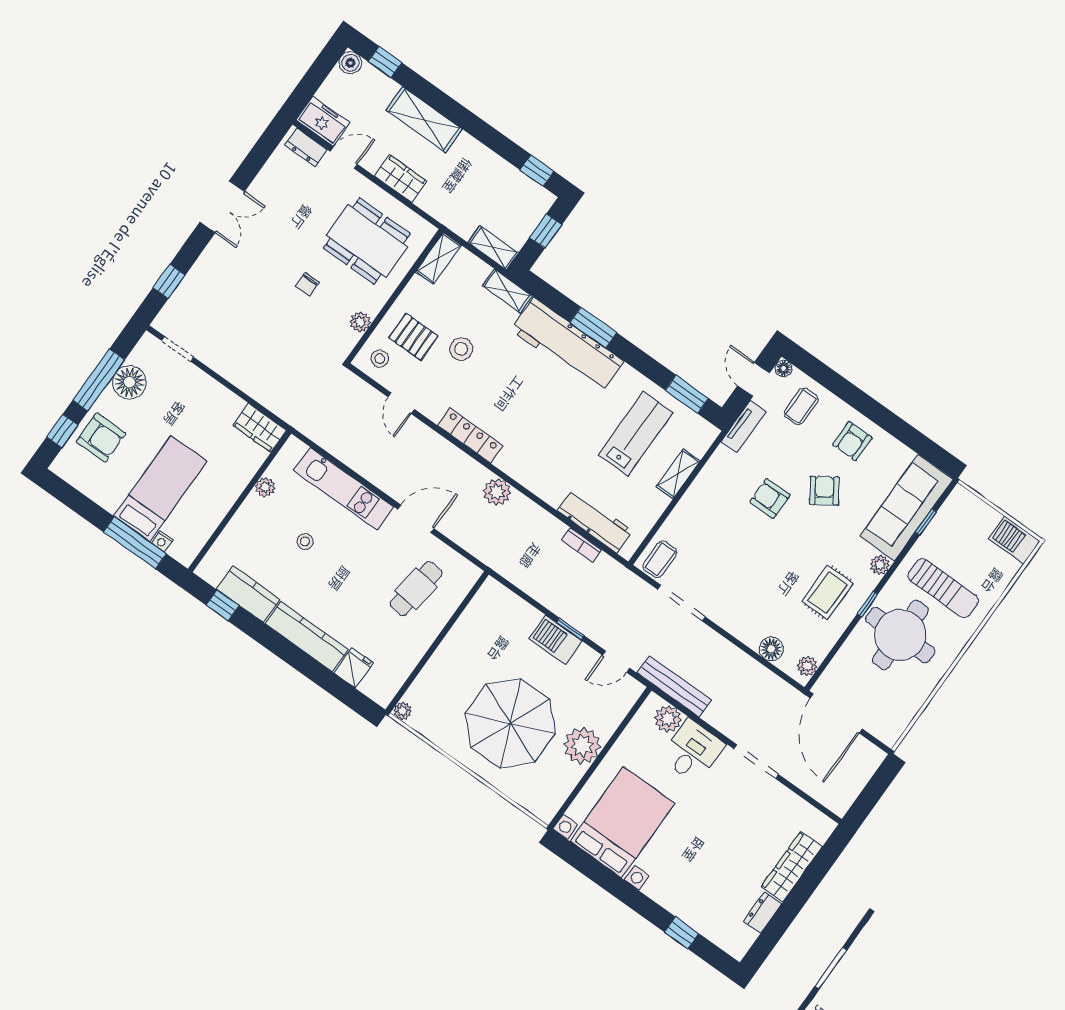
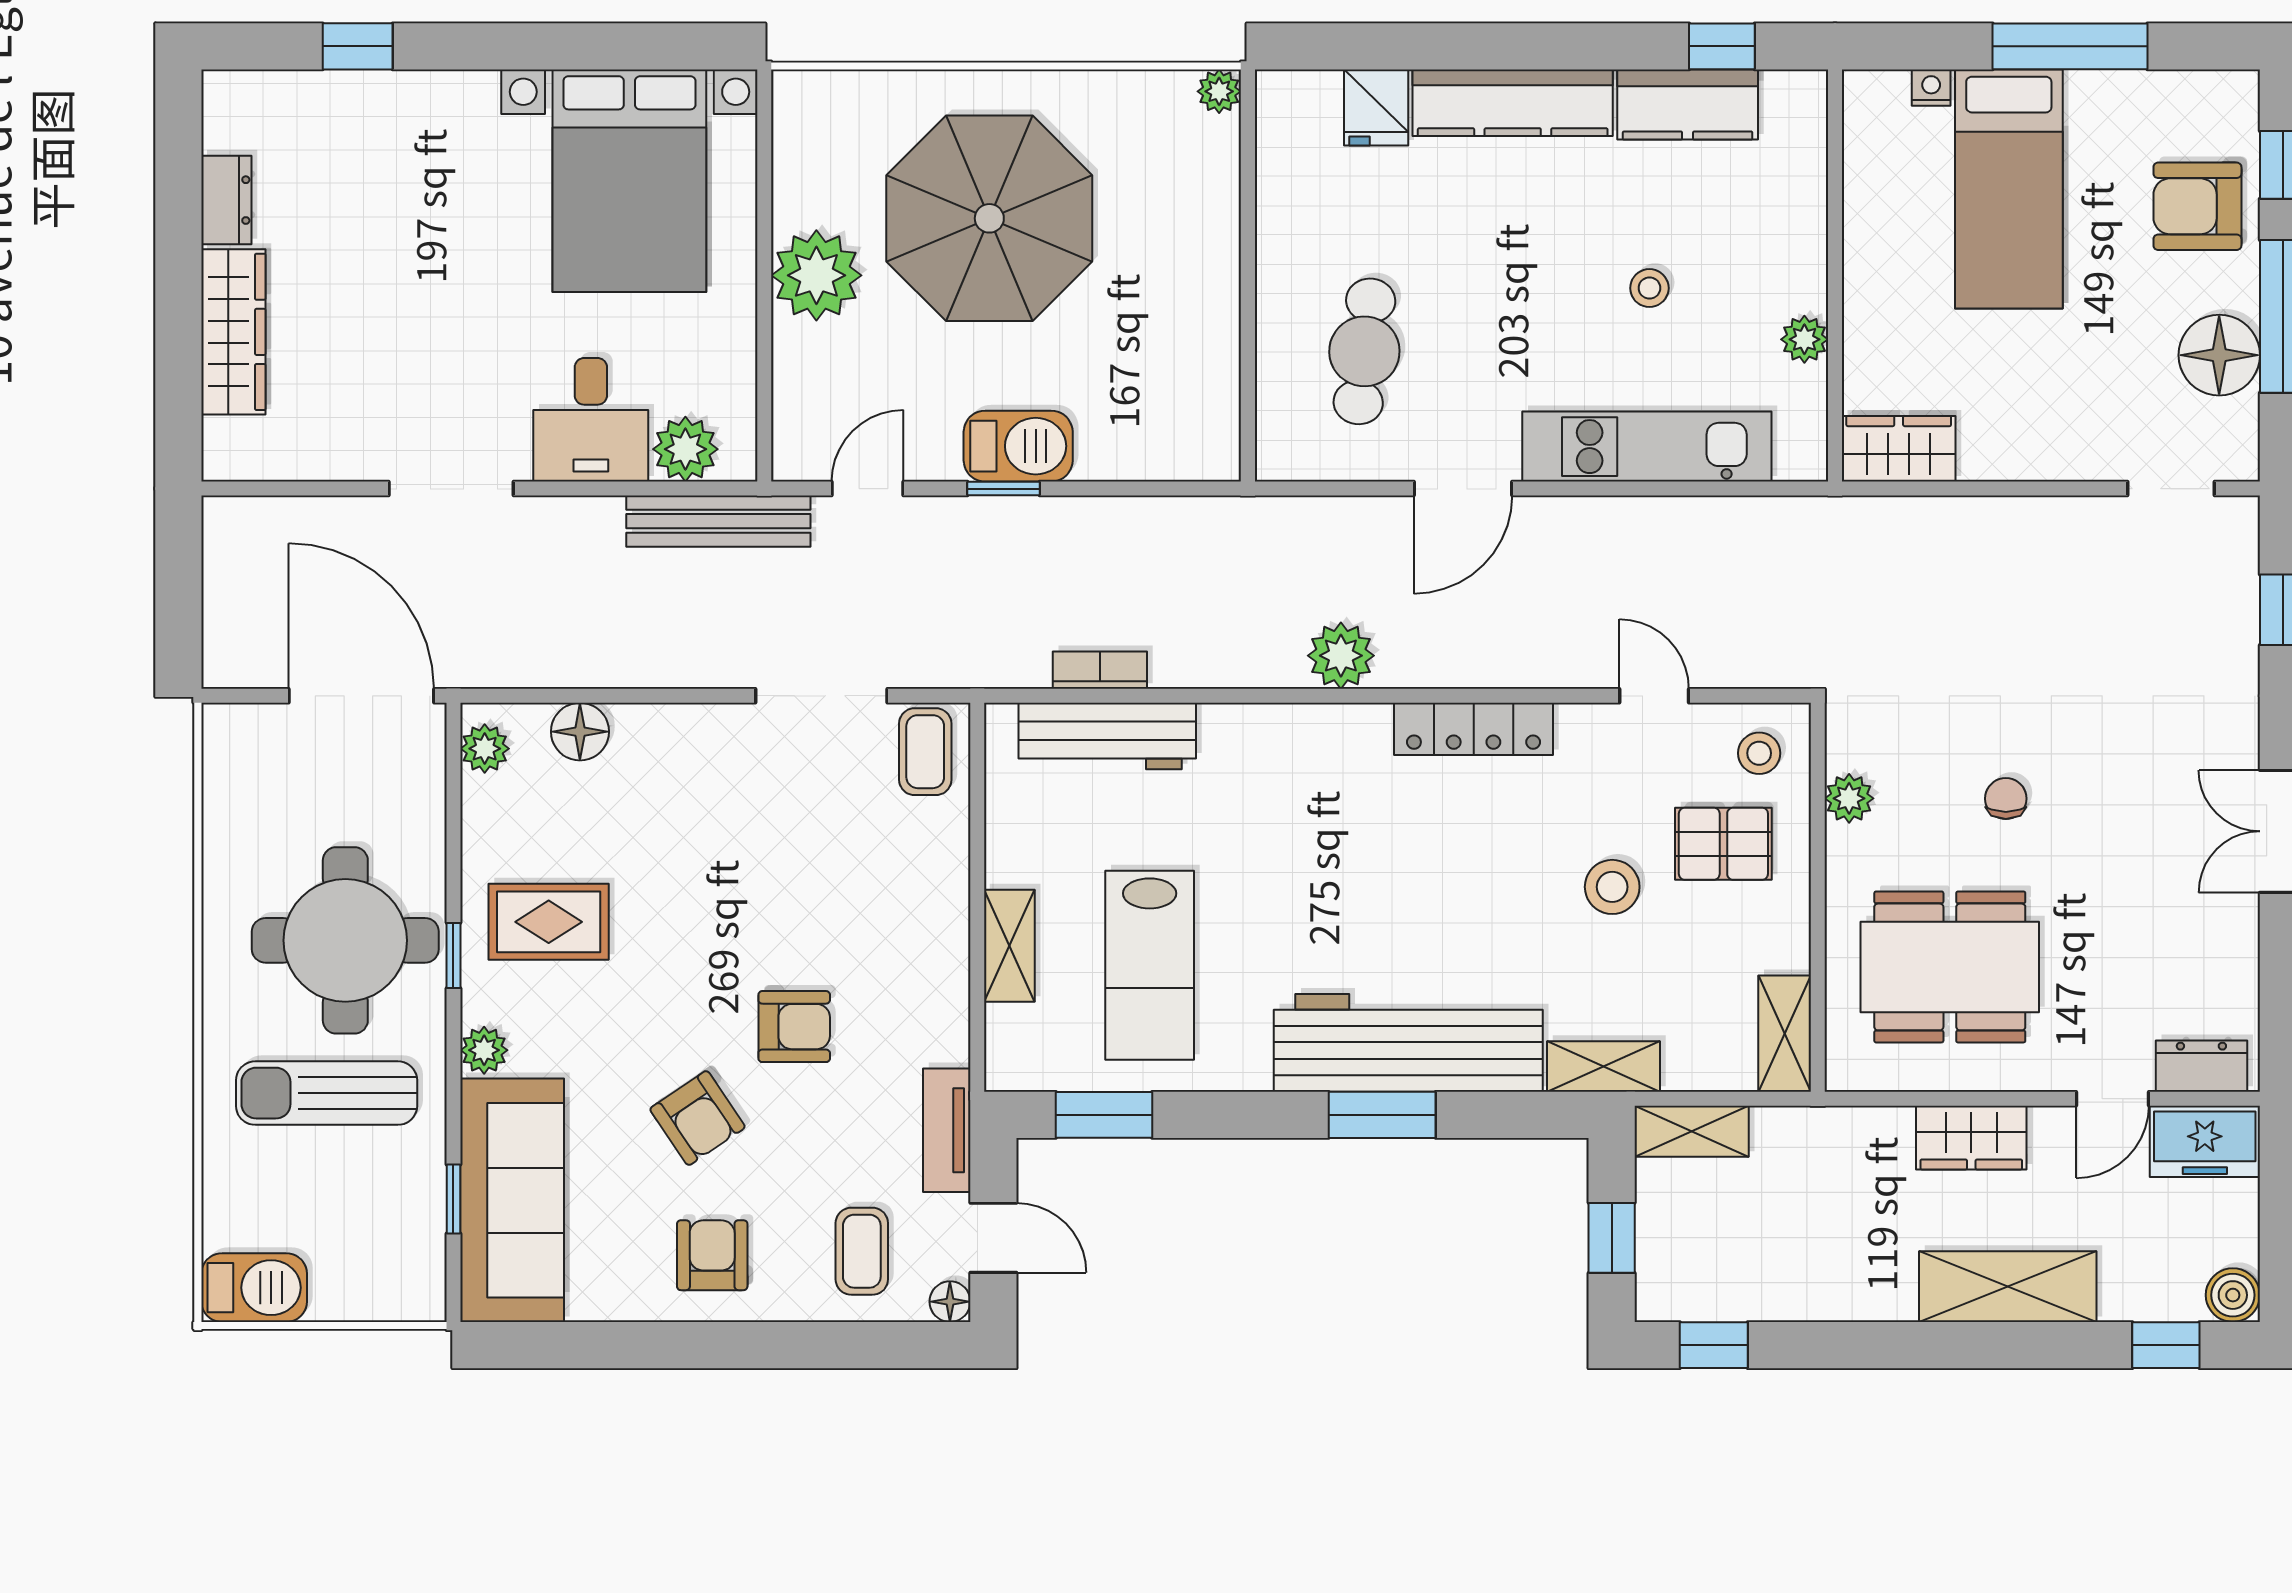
window: (135, 543) -> (2070, 46), moved
rug: (827, 592) -> (549, 922), turned 90

